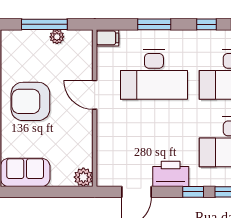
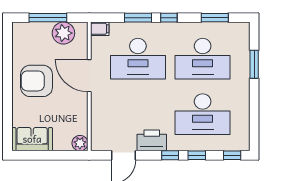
window: (207, 24) -> (169, 18), moved
plant: (57, 37) -> (63, 33), width x1.87, depth x1.87
door: (95, 95) -> (89, 76), width x1.36

